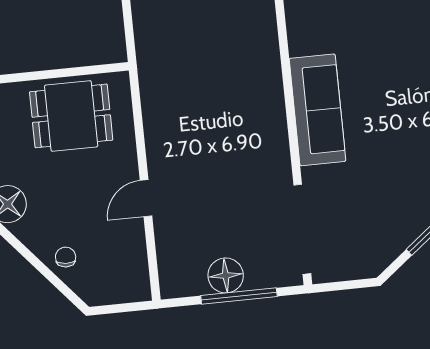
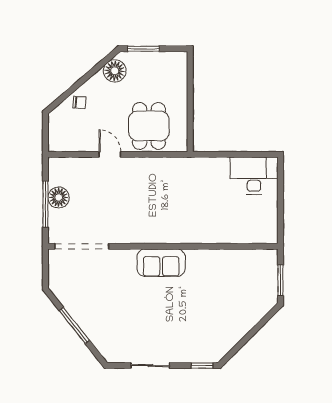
sofa: (318, 110) -> (161, 263), width x0.73
dining table: (71, 116) -> (149, 126), moved

